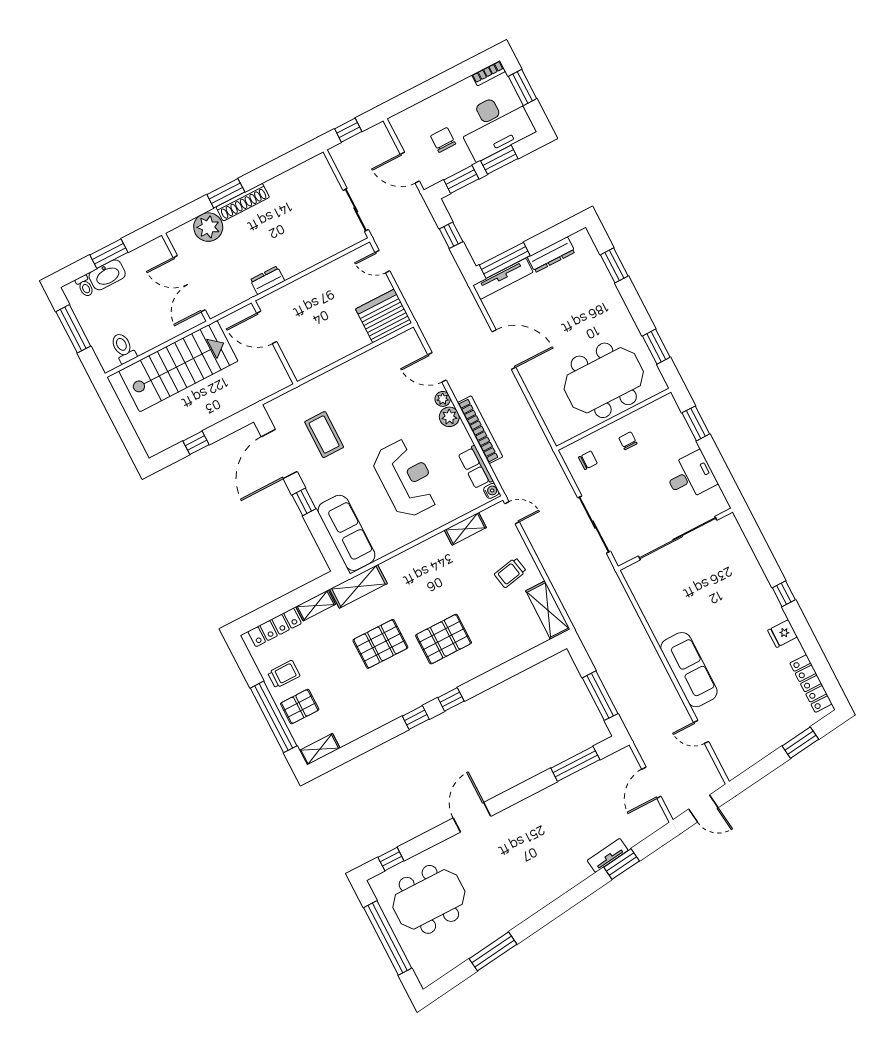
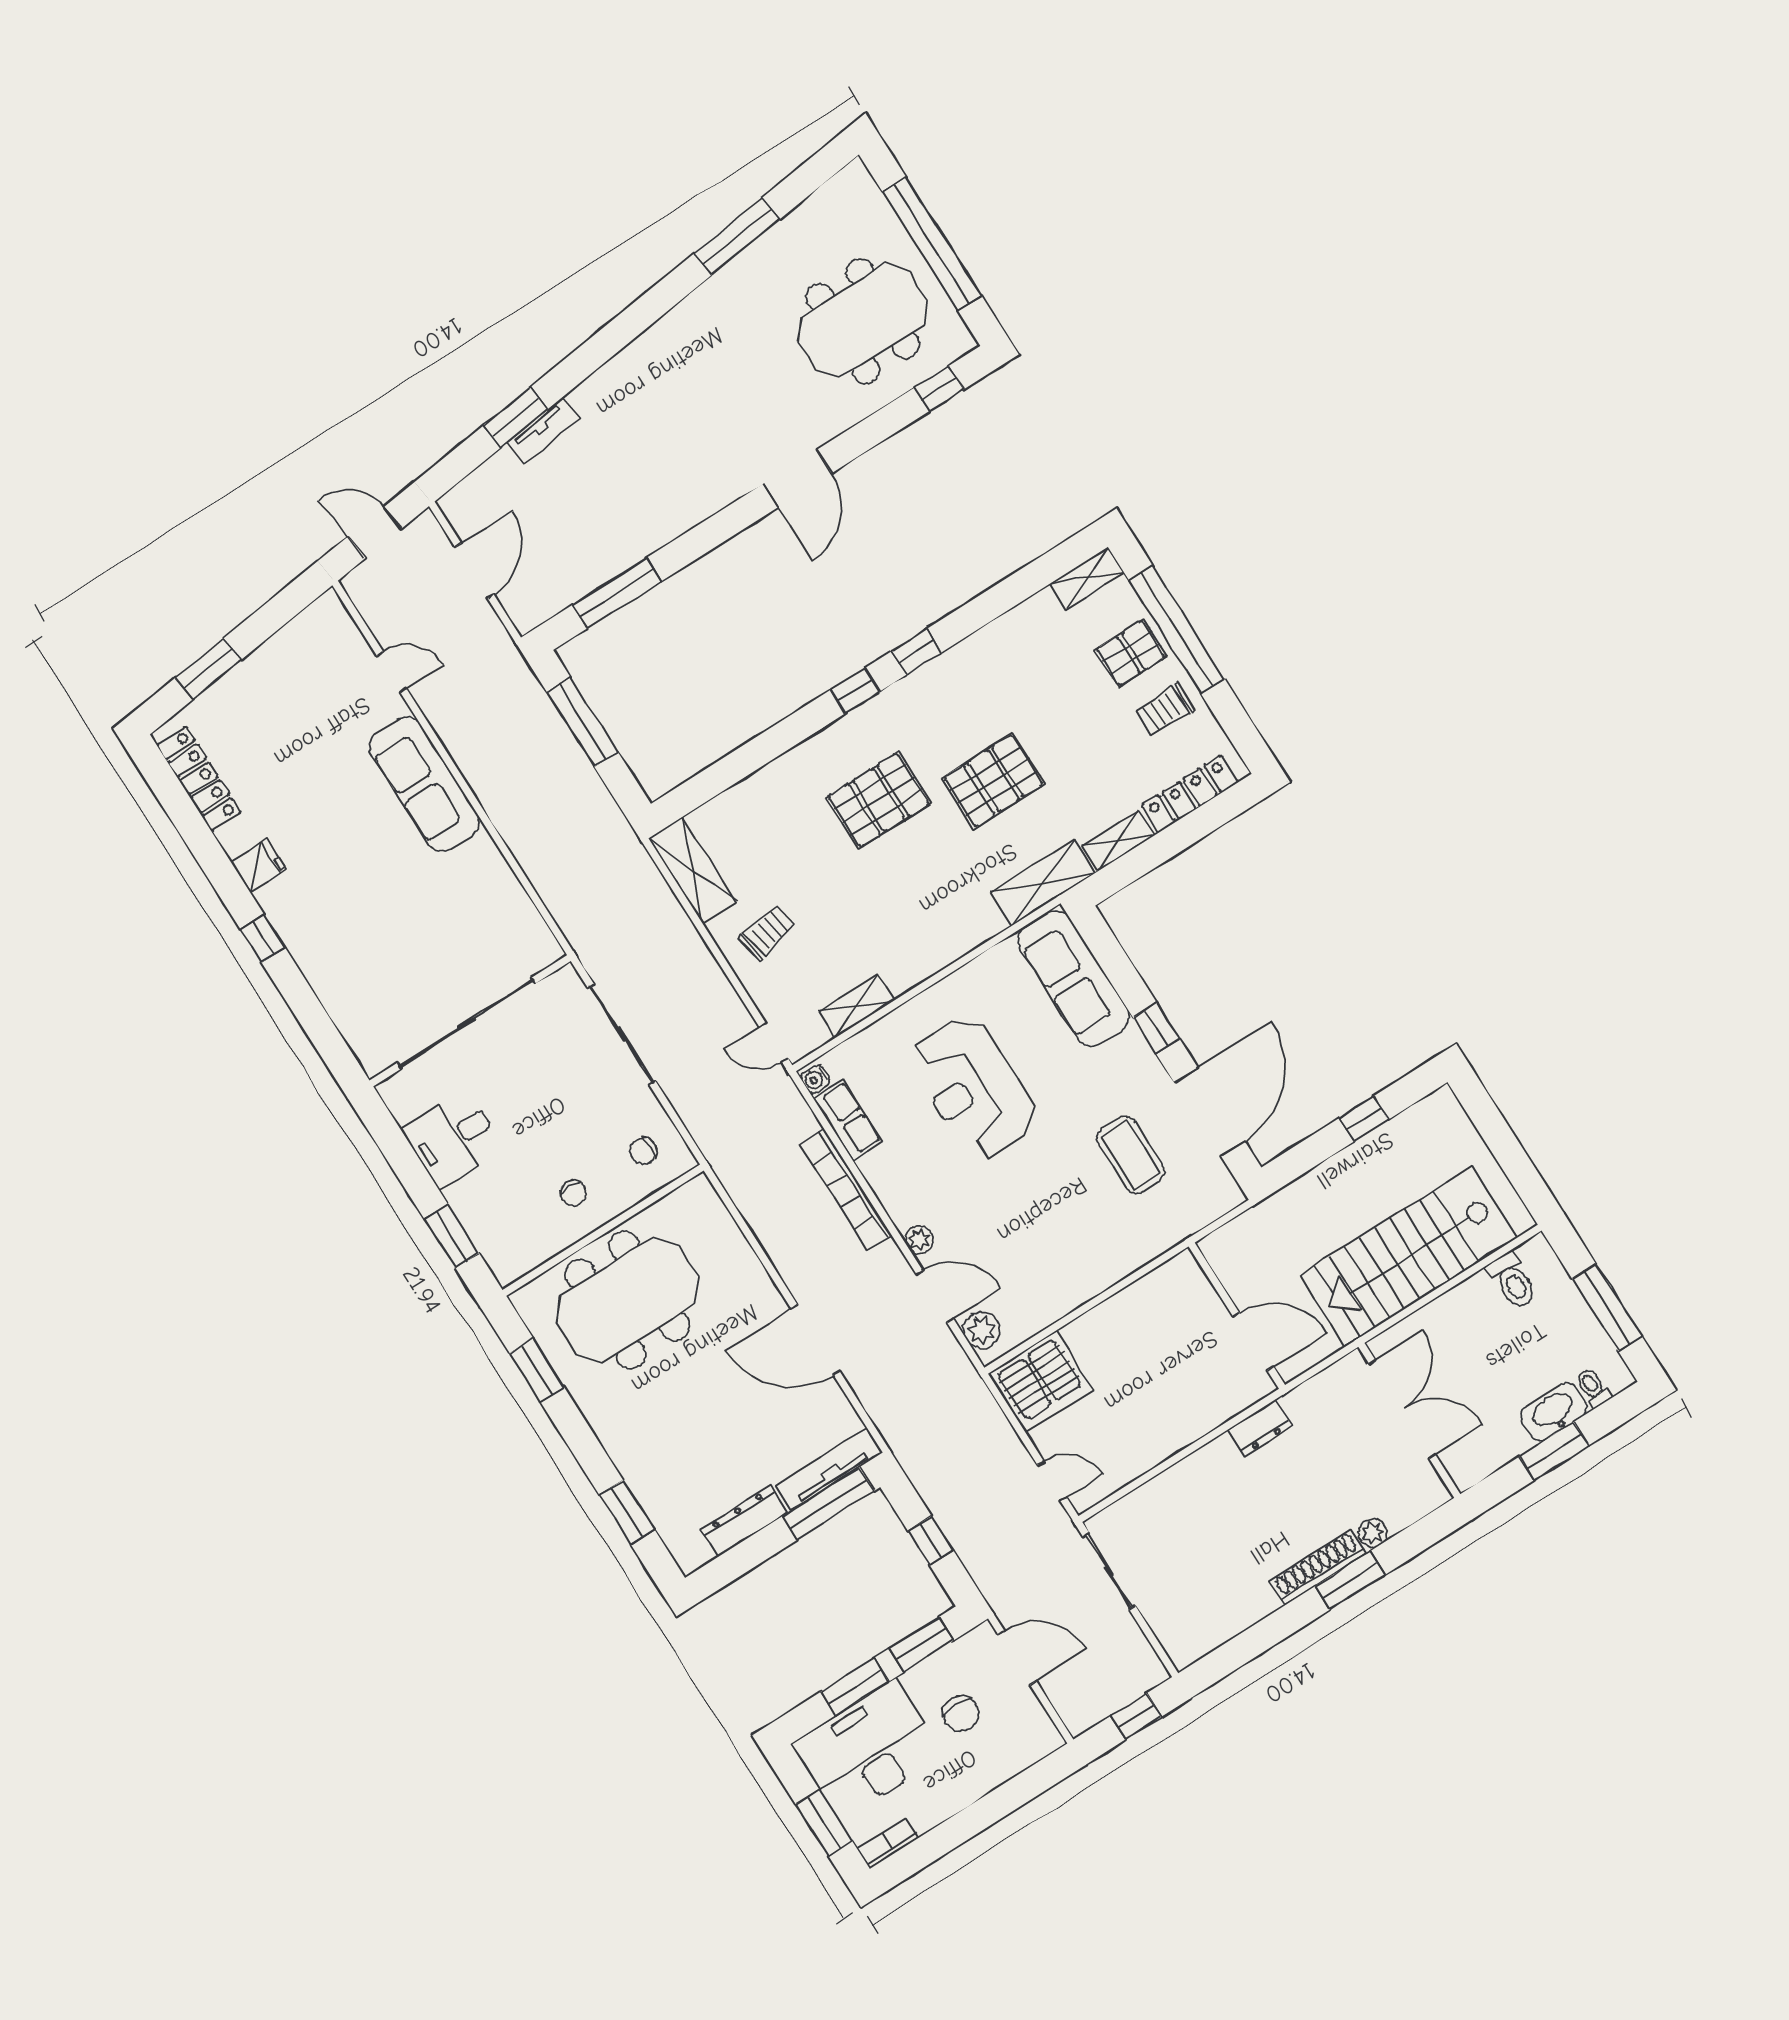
plant: (208, 227) -> (1373, 1533), width x0.53, depth x0.53
plant: (449, 417) -> (982, 1330), moved

